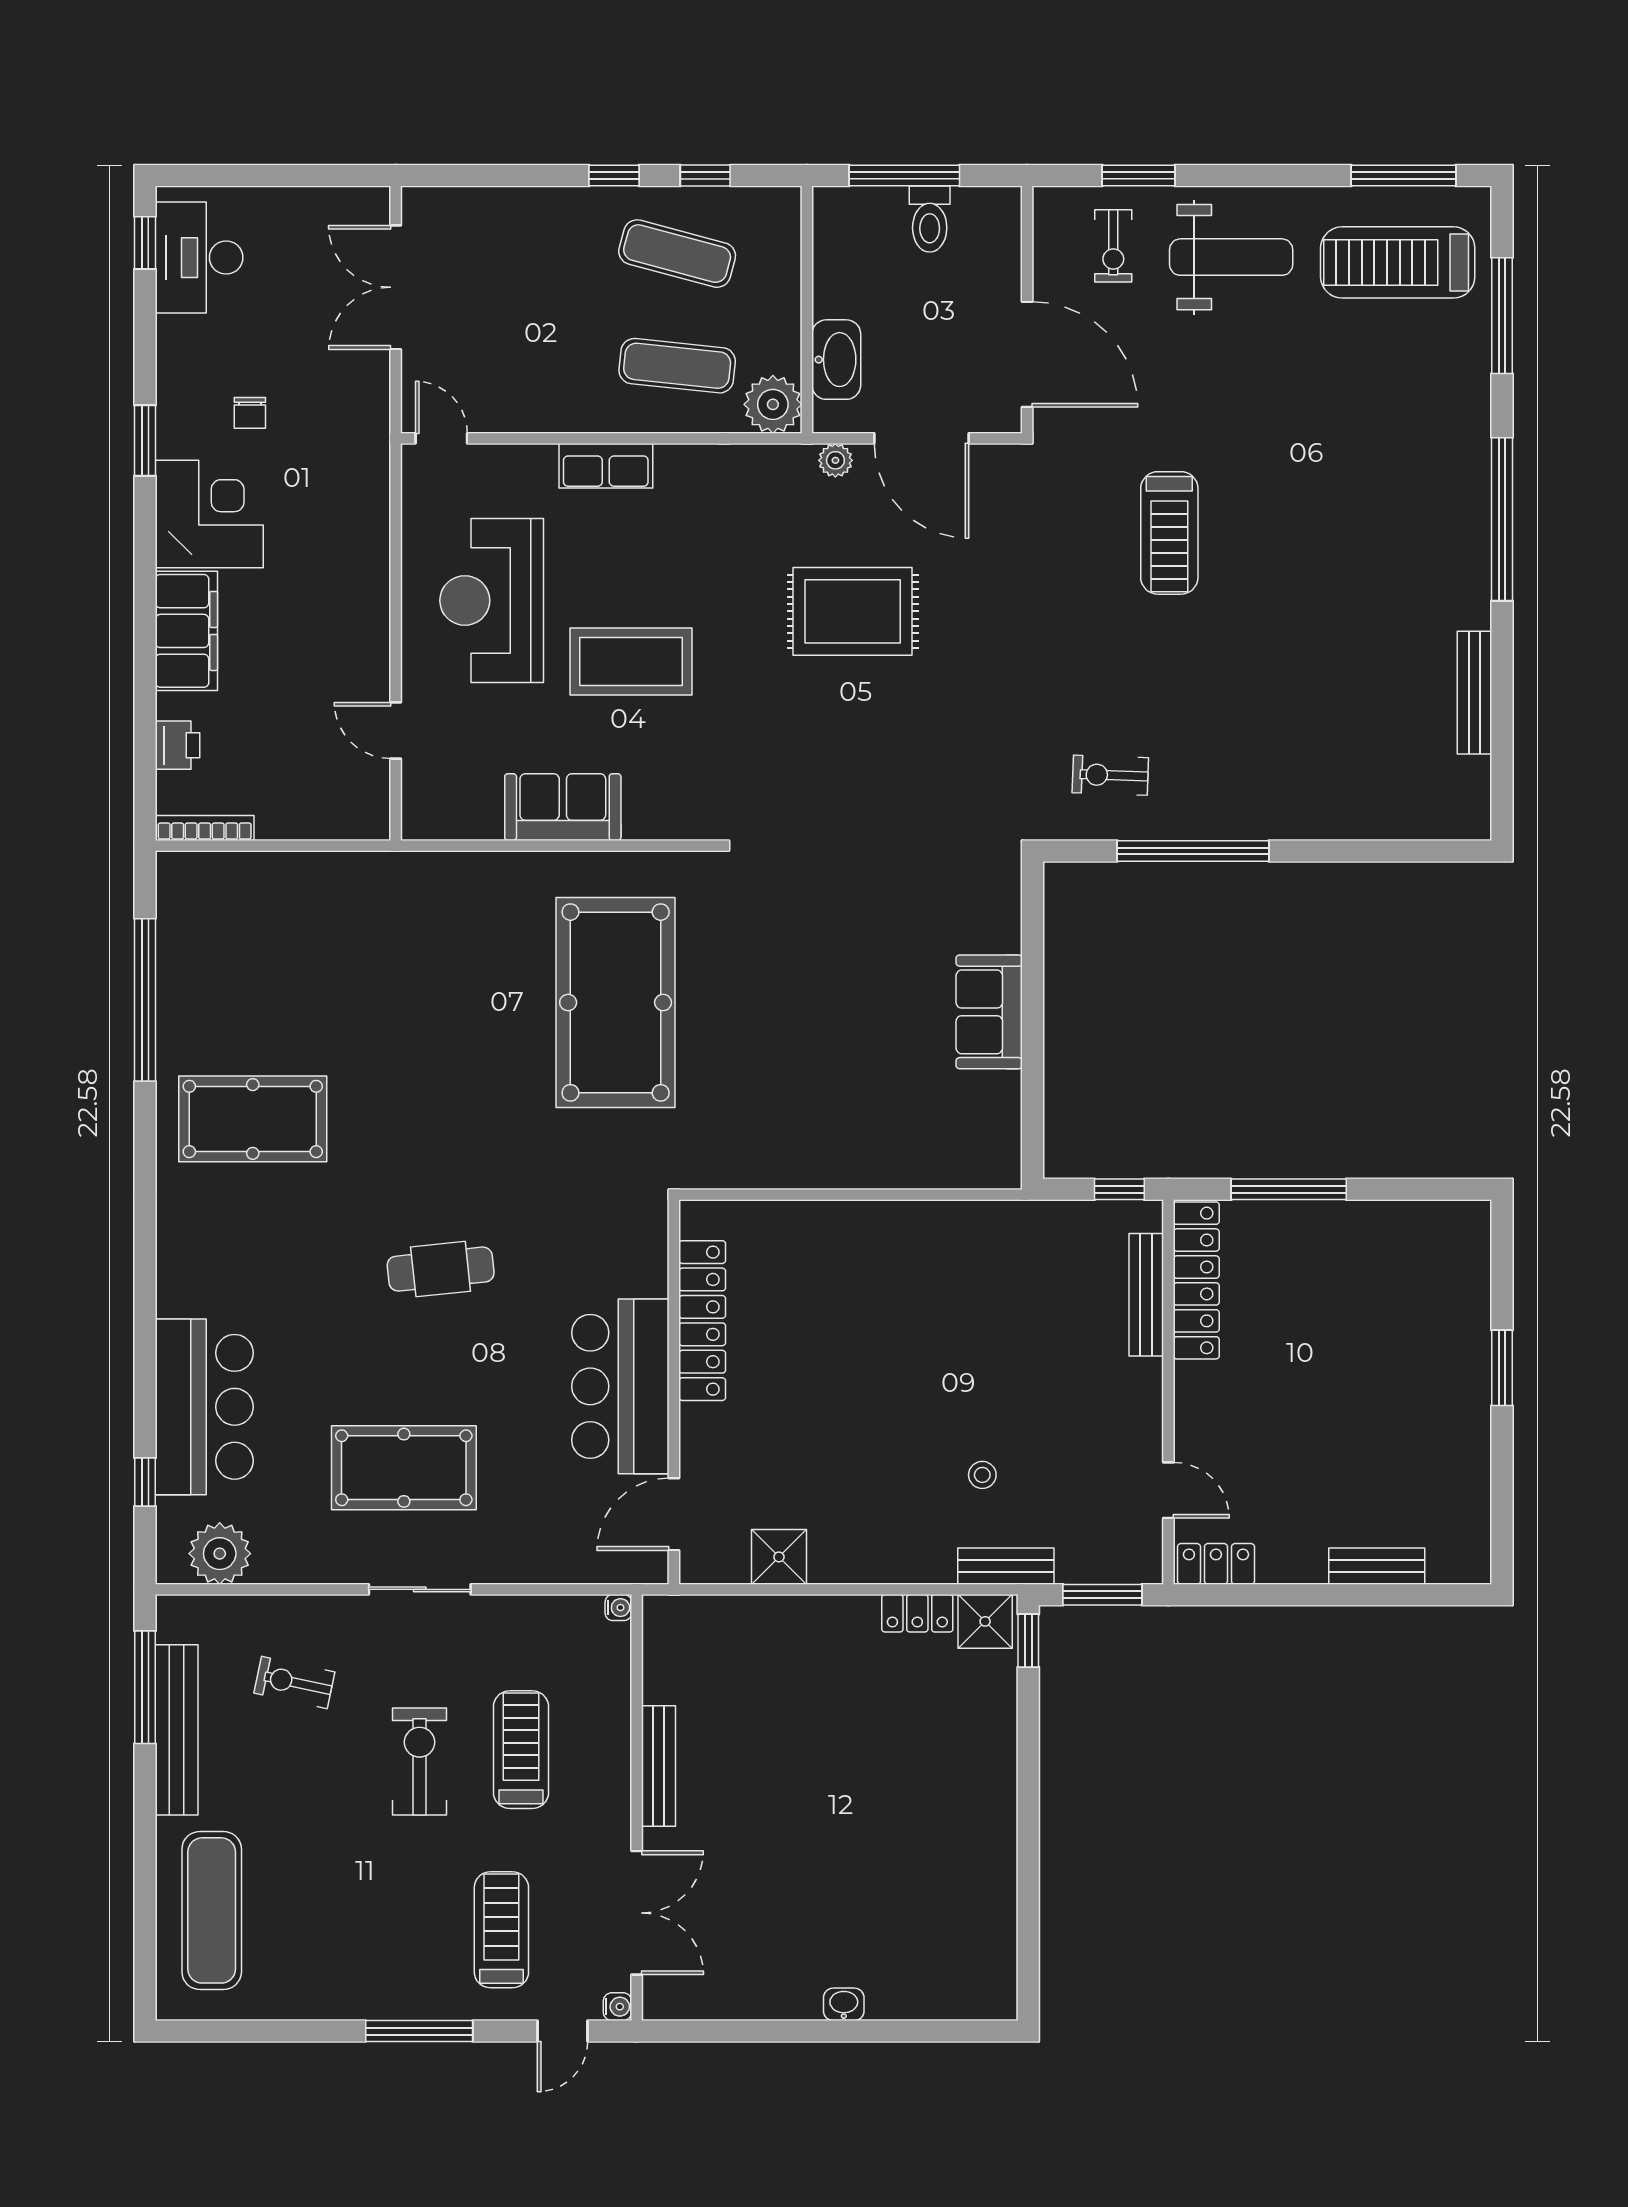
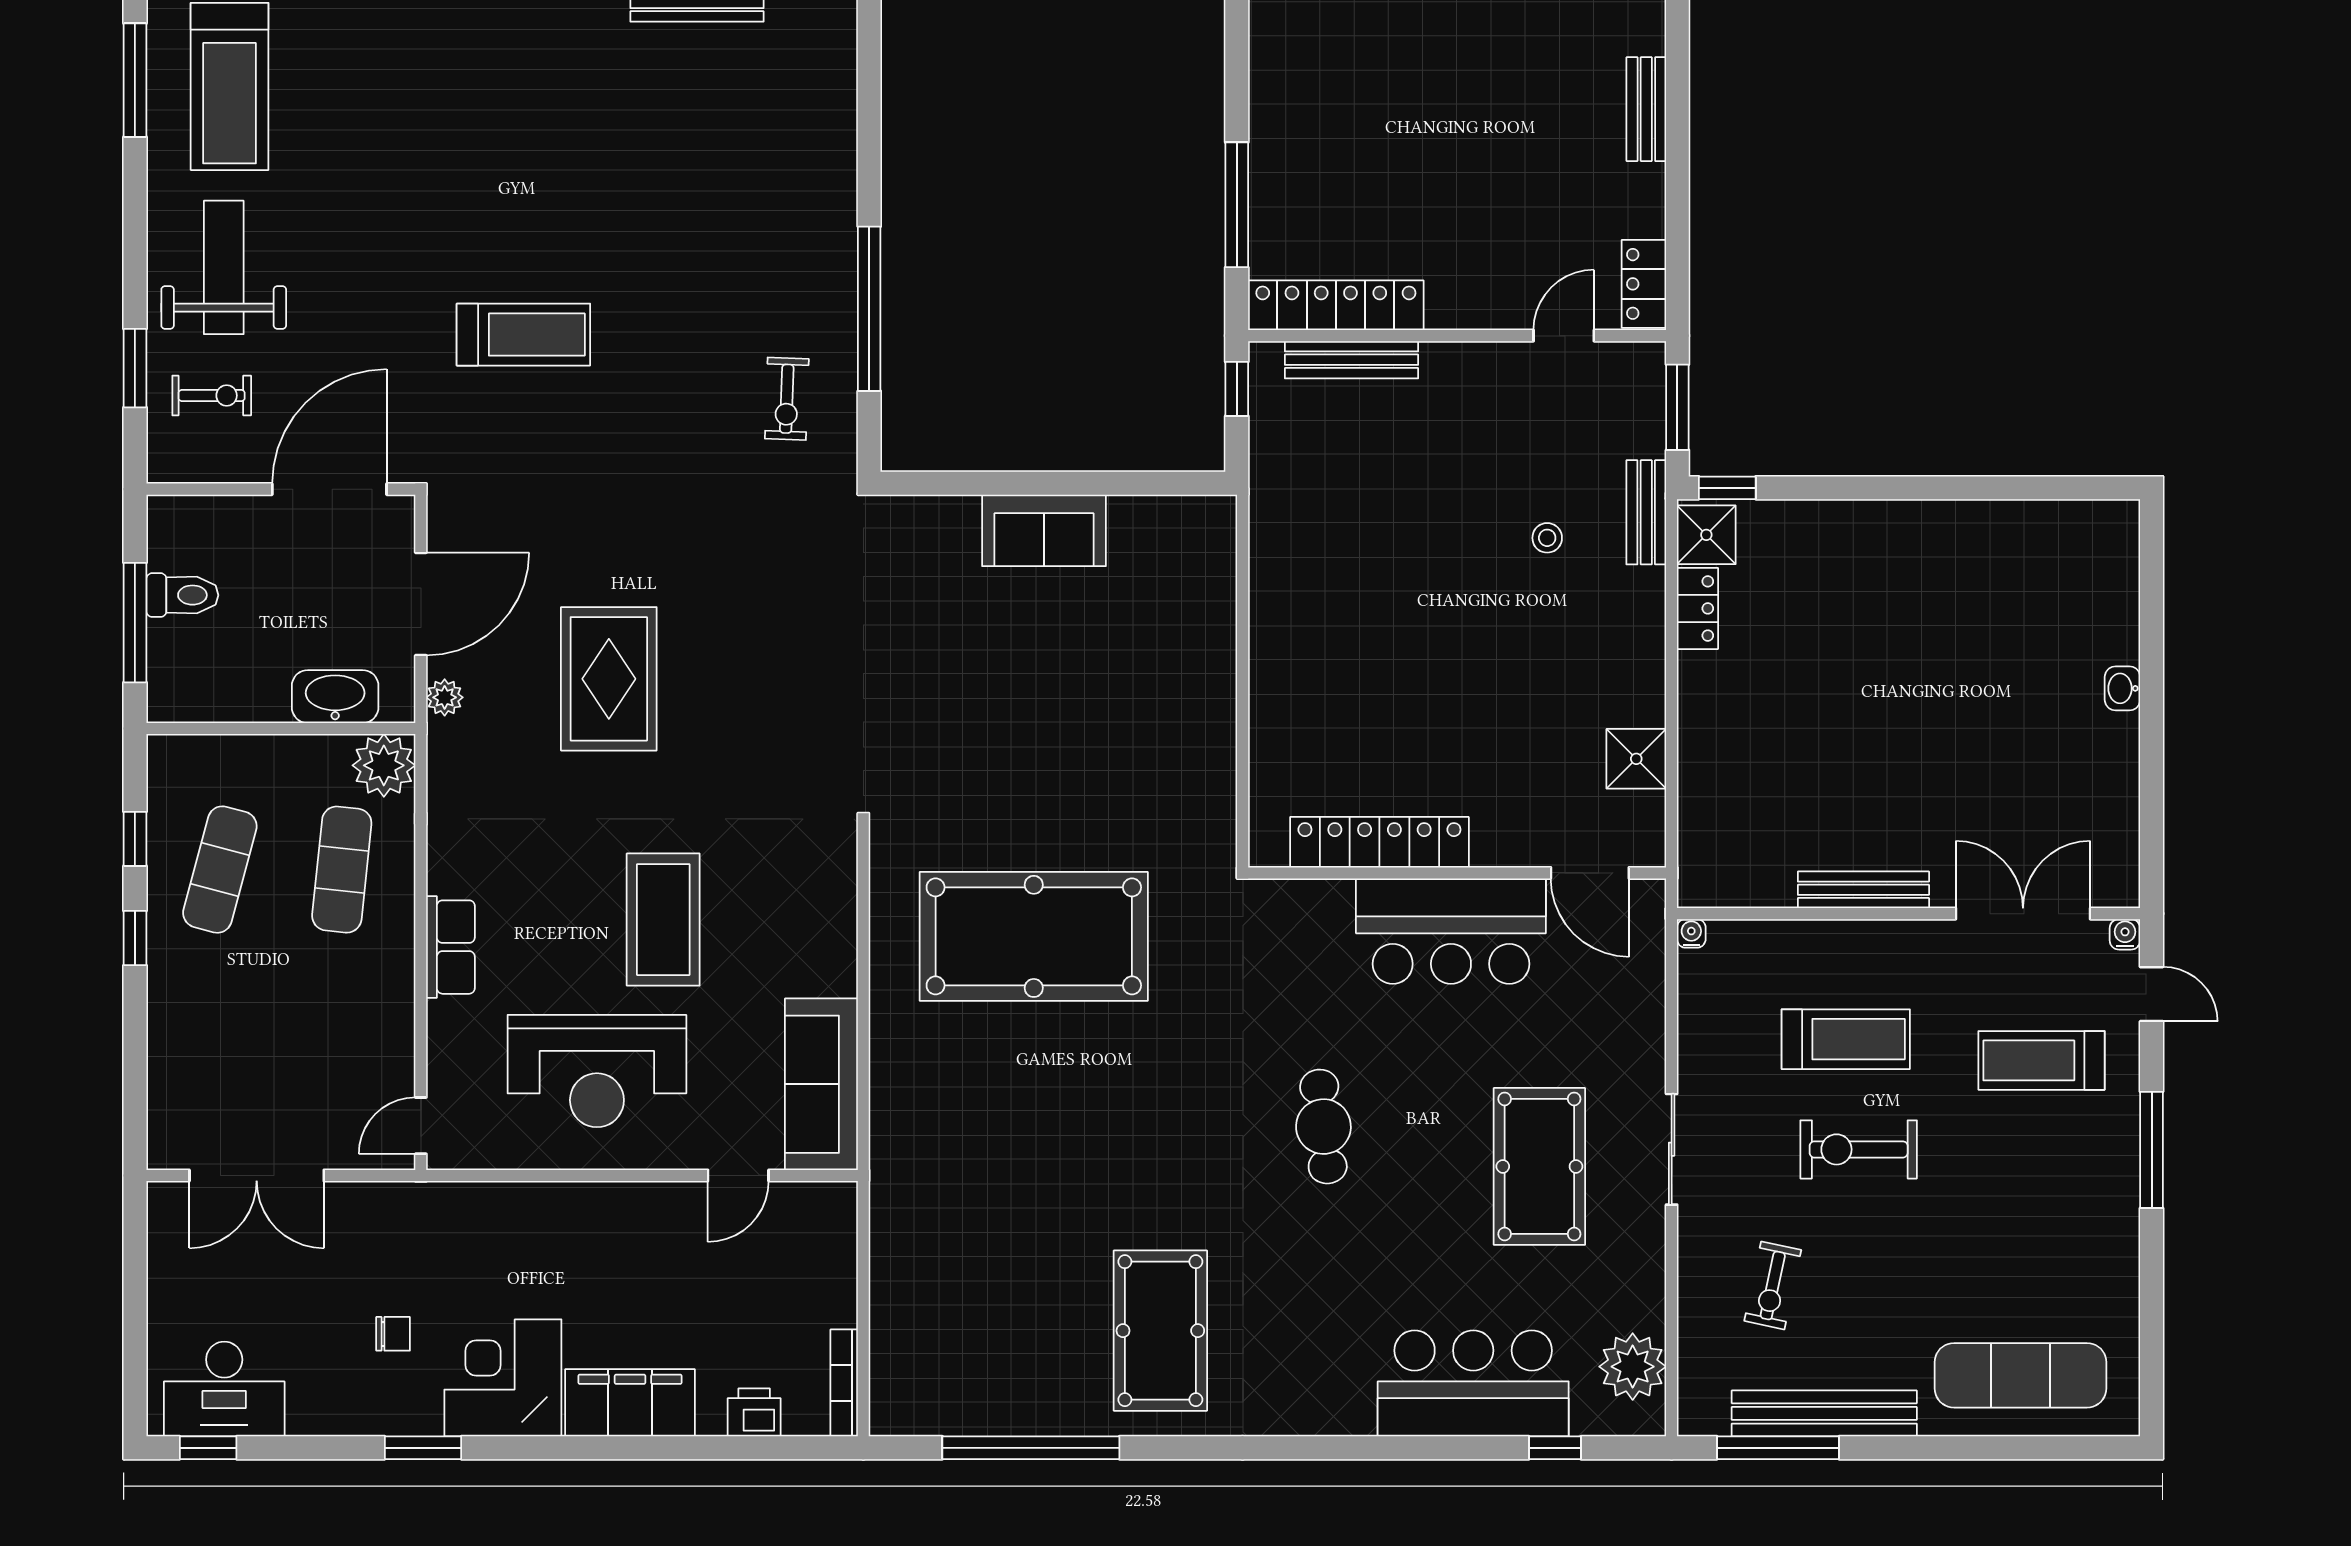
sofa: (563, 807) -> (821, 1084), moved, width x1.36
treadmill: (521, 1750) -> (1846, 1039), turned 180

